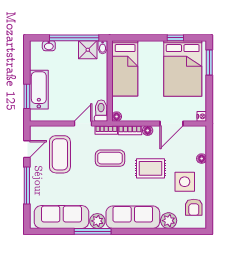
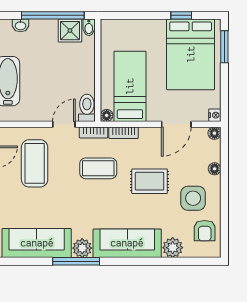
bed: (125, 68) -> (130, 86), moved, turned 180
floor lamp: (148, 131) -> (214, 133), moved

